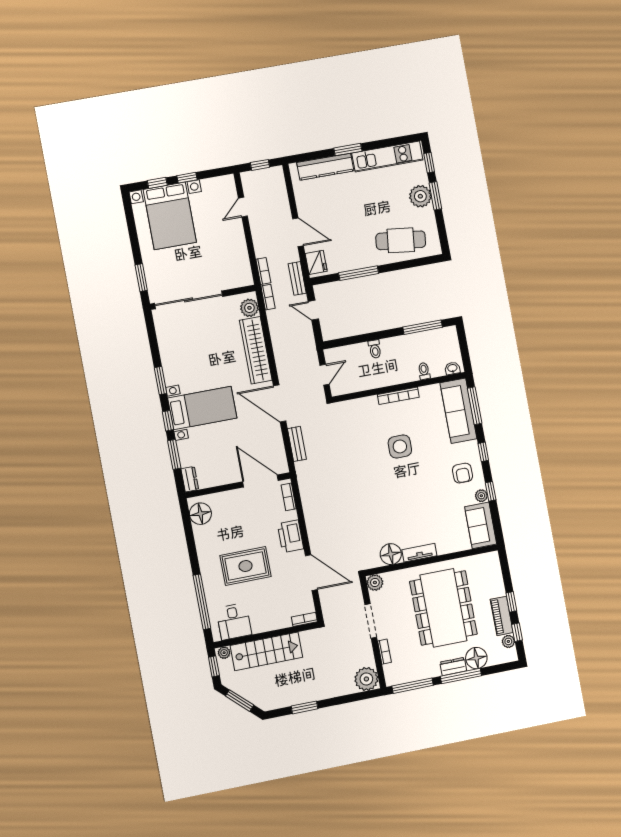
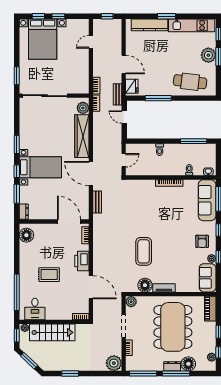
side table: (400, 446) -> (164, 216), removed
coffee table: (379, 504) -> (144, 251), added
rug: (246, 566) -> (49, 275), width x0.73, depth x0.70
piano: (502, 616) -> (210, 309), moved

